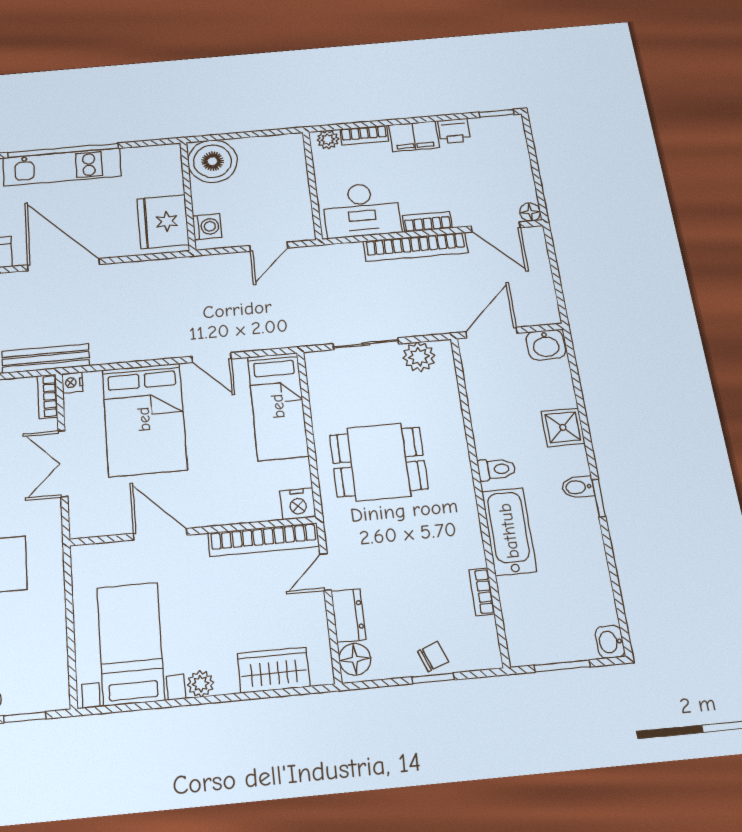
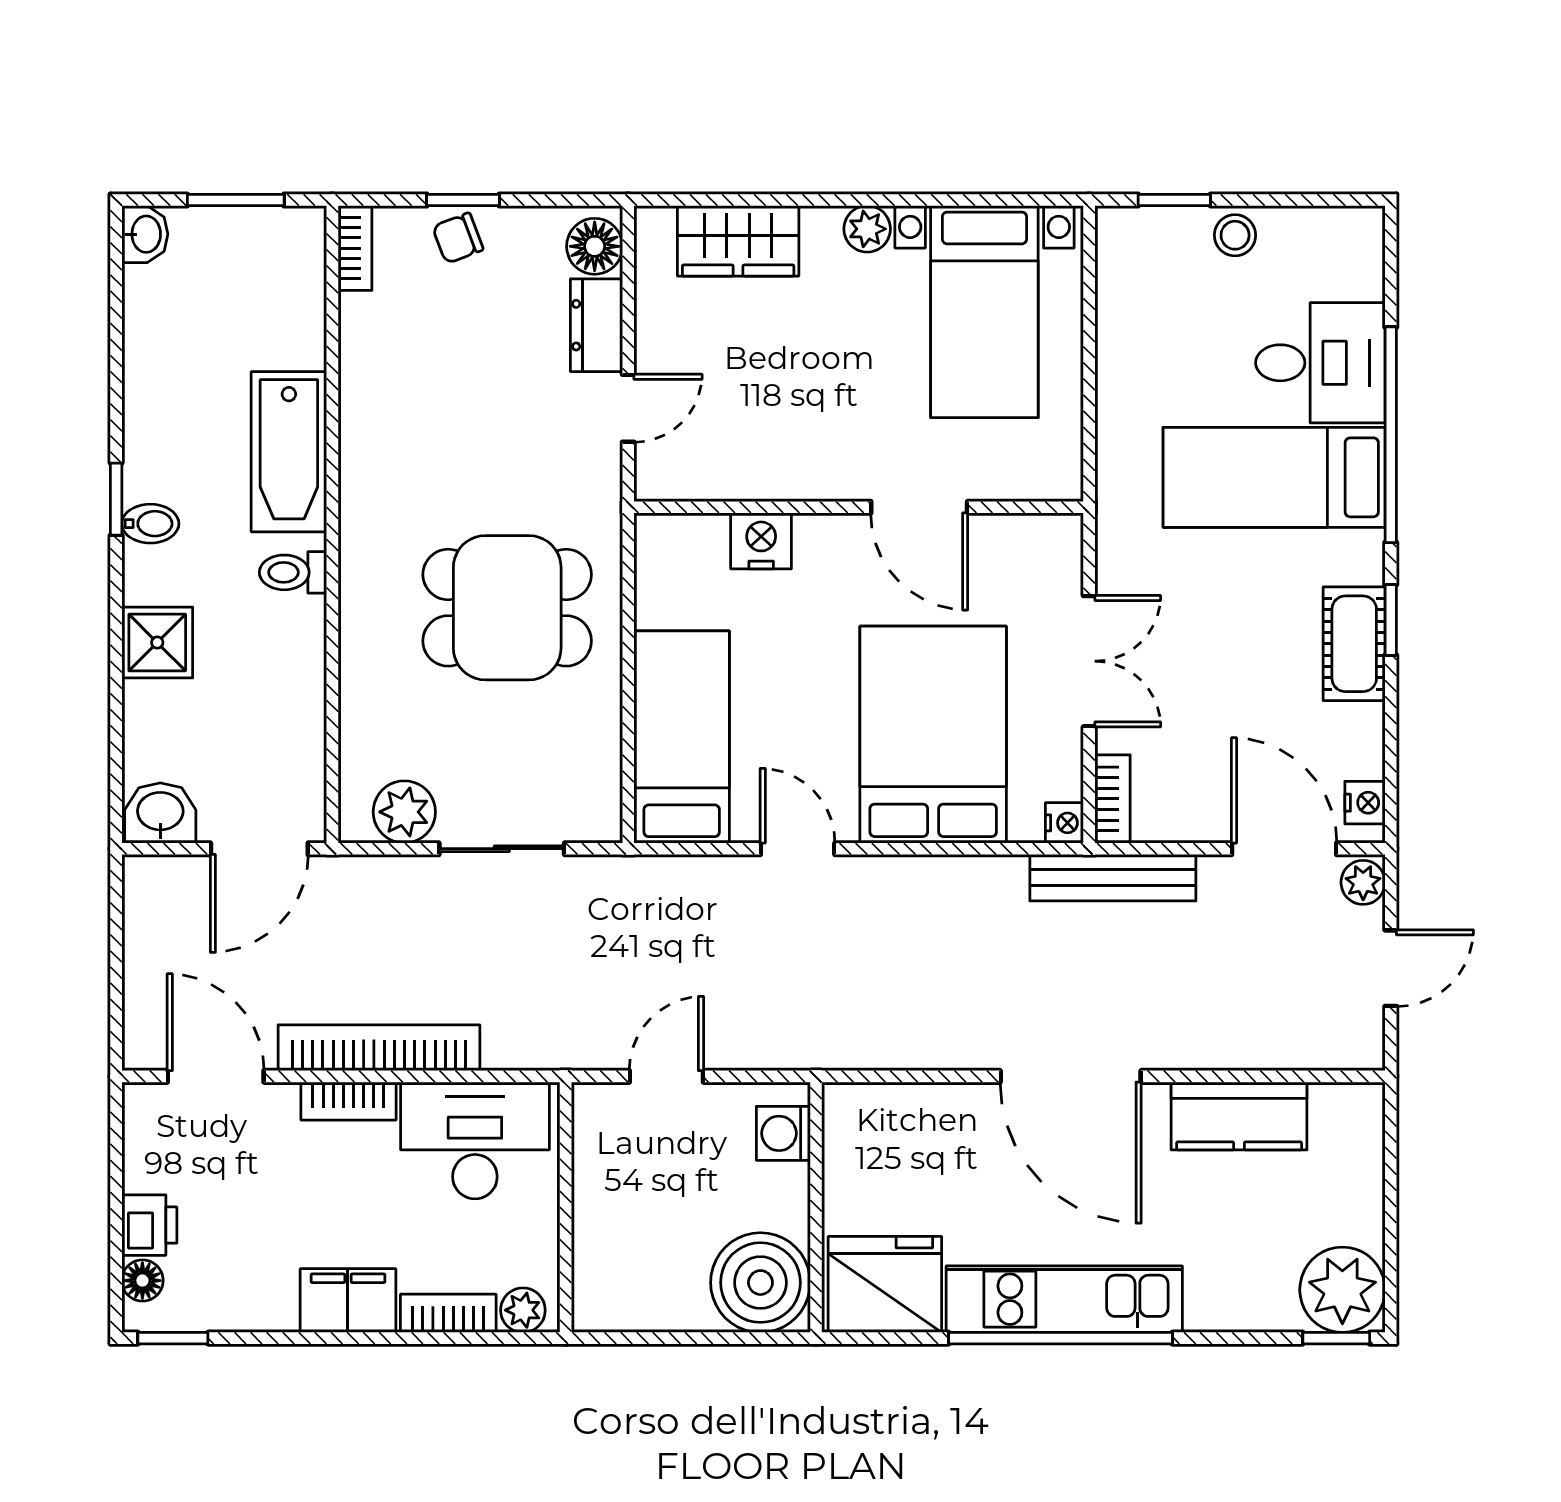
printer: (454, 131) -> (149, 1225), moved, turned 90
floor lamp: (530, 212) -> (142, 1281), moved
fridge: (163, 222) -> (885, 1284), moved, turned -90
nightstand: (298, 504) -> (761, 541), moved
bookcase: (263, 540) -> (733, 479), removed
bookcase: (482, 592) -> (355, 248), moved

